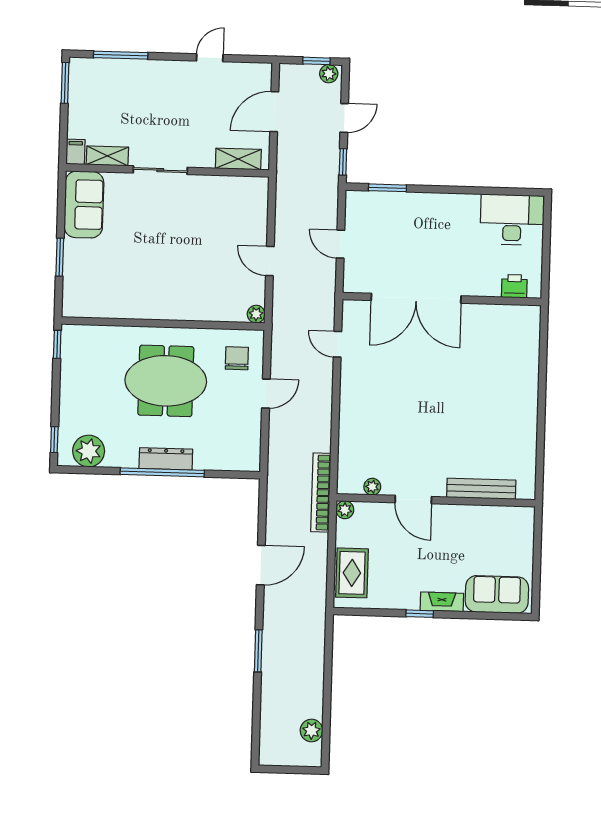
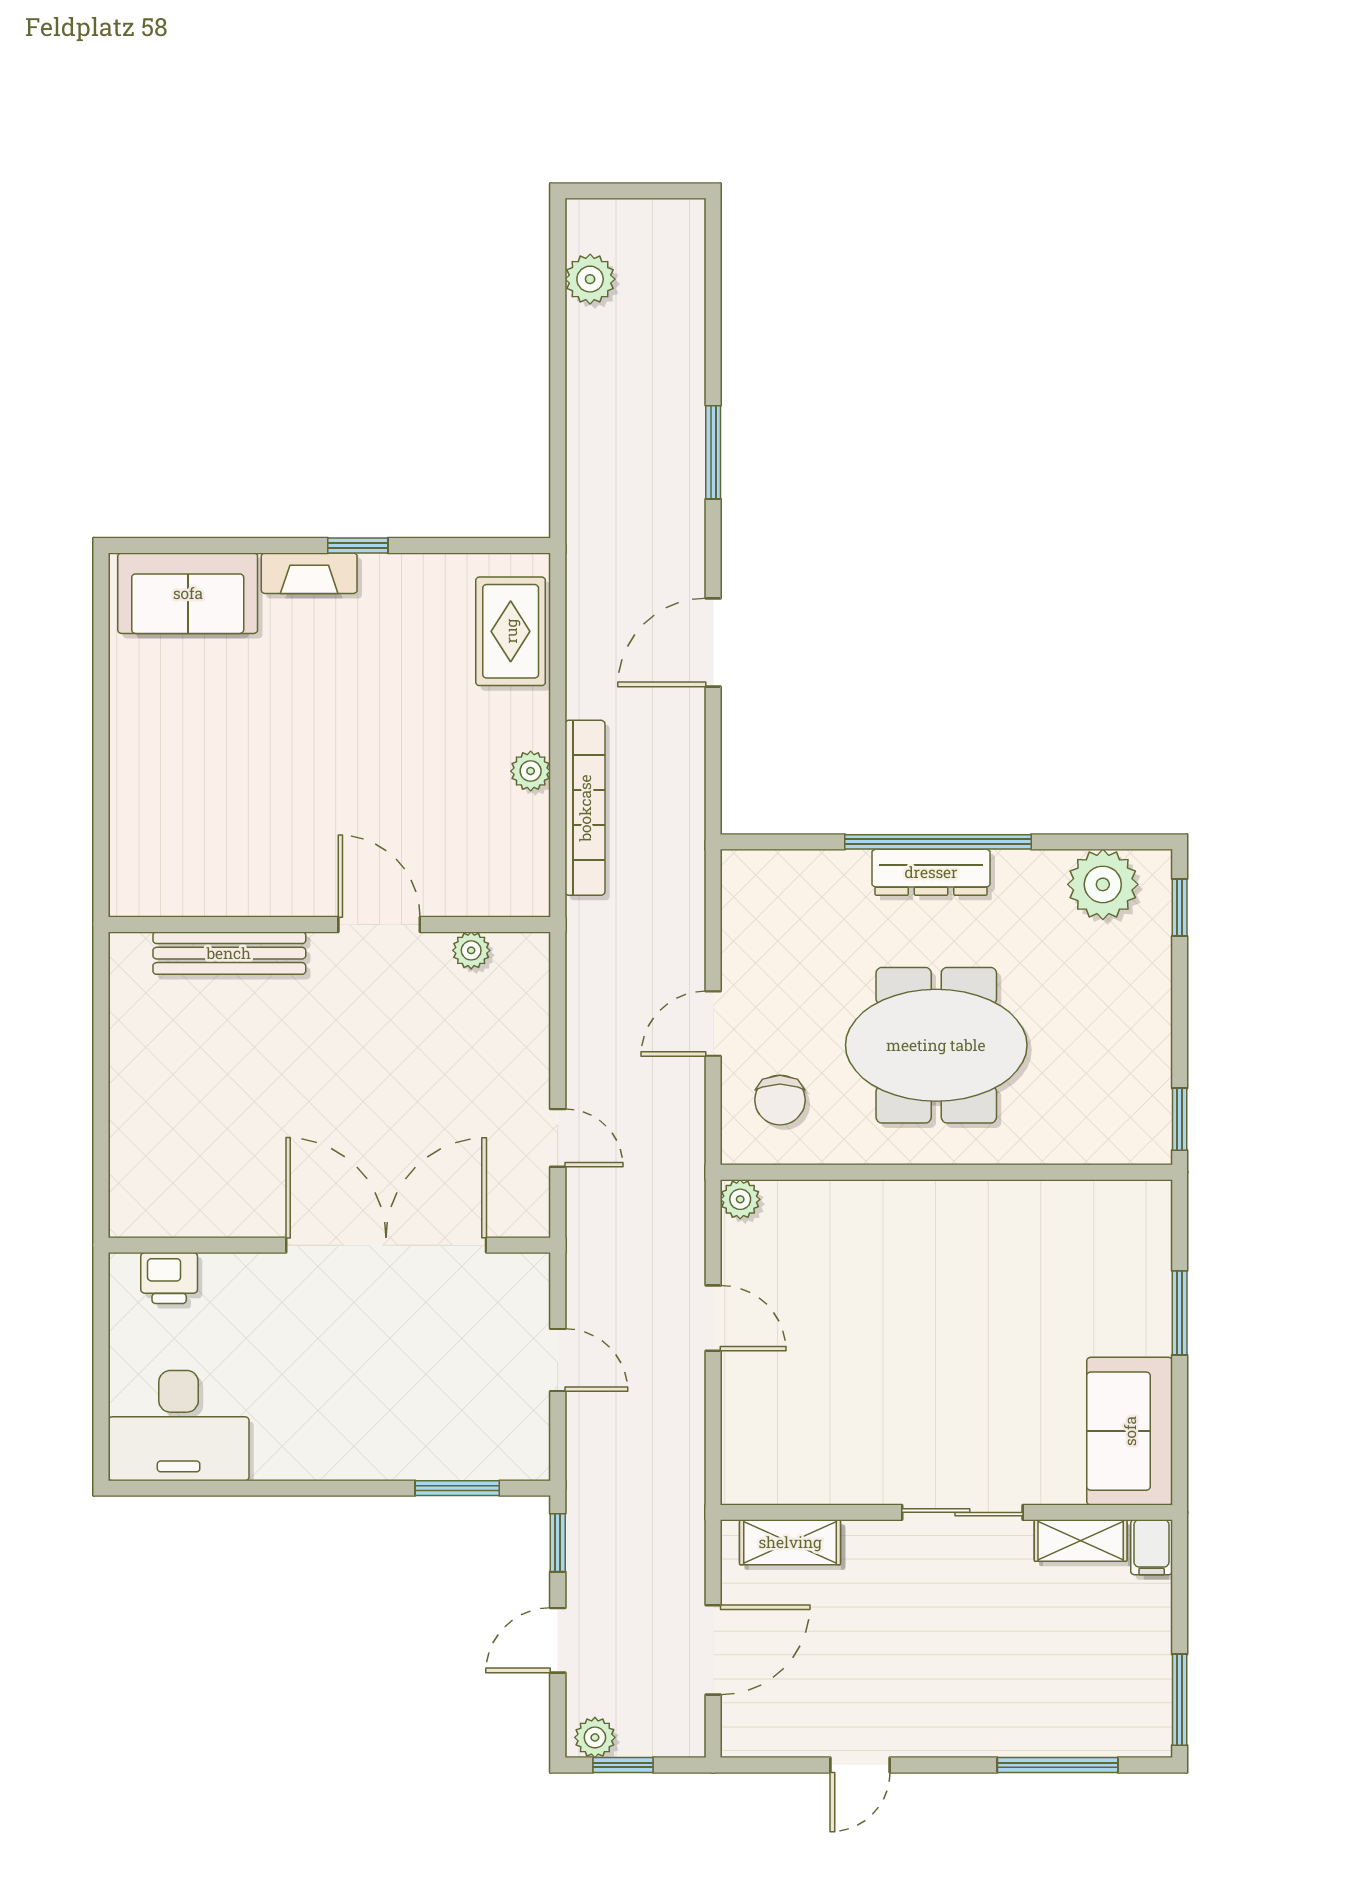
plant: (372, 487) -> (471, 950), moved
bench: (481, 489) -> (229, 953), moved
door: (413, 500) -> (379, 924), moved
wall: (436, 500) -> (329, 924), moved

